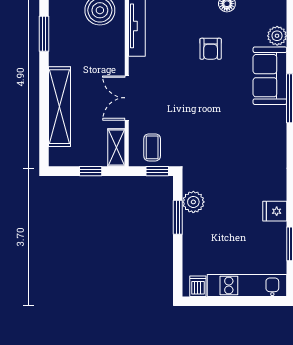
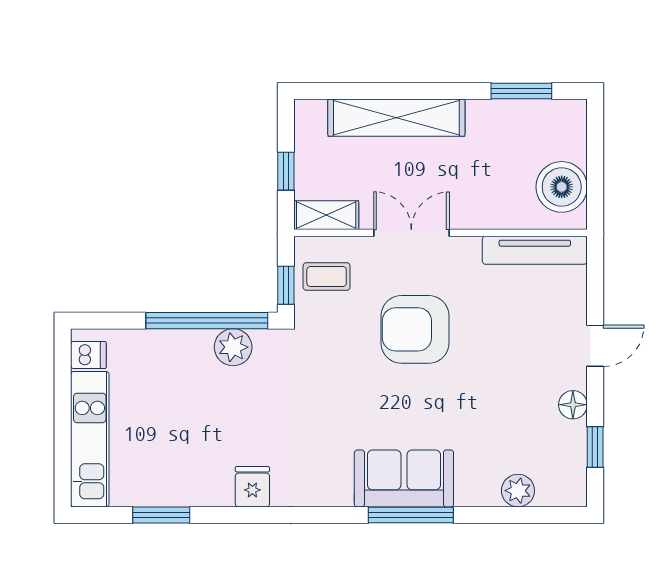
armchair: (211, 49) -> (415, 329), moved, width x1.88, depth x1.88
sofa: (270, 76) -> (404, 478), moved
fridge: (275, 211) -> (252, 487), moved
window: (178, 217) -> (207, 321), width x2.11

